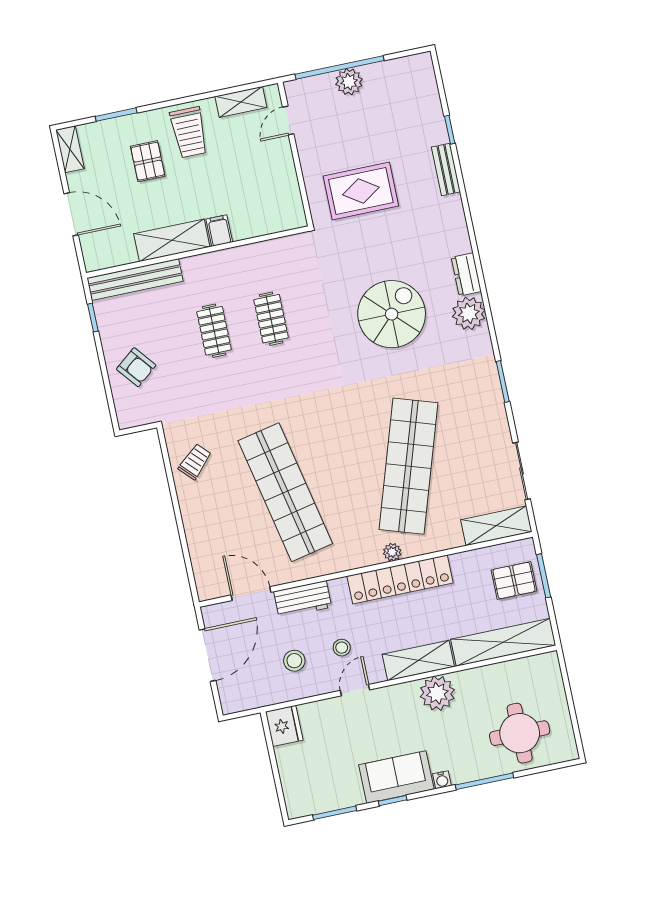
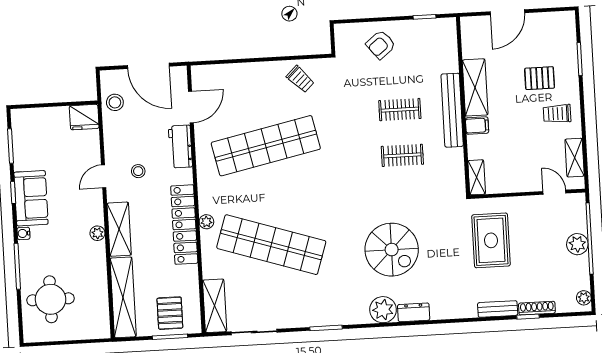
plant: (415, 63) -> (584, 298), added
shoe rack: (437, 120) -> (537, 308), added
trolley: (189, 132) -> (557, 114), width x0.73, depth x0.72
shelving: (70, 149) -> (477, 177), moved, turned 90
bench: (135, 280) -> (452, 110), moved
stool: (294, 661) -> (115, 102), moved
door: (355, 690) -> (104, 176), swing flipped
plant: (437, 693) -> (97, 233), width x0.53, depth x0.53

